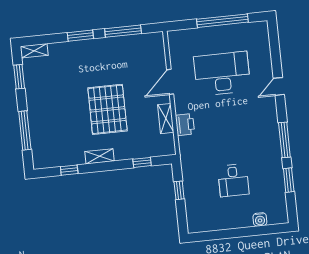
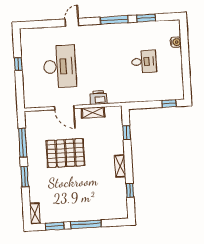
window: (222, 21) -> (18, 64), width x0.32
desk: (222, 74) -> (60, 66), turned 180
door: (279, 86) -> (72, 22), swing flipped
pallet: (107, 109) -> (65, 153), moved
window: (25, 130) -> (86, 224), moved
window: (179, 190) -> (169, 104), moved

